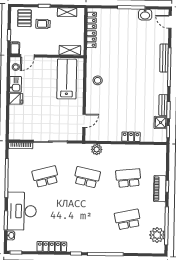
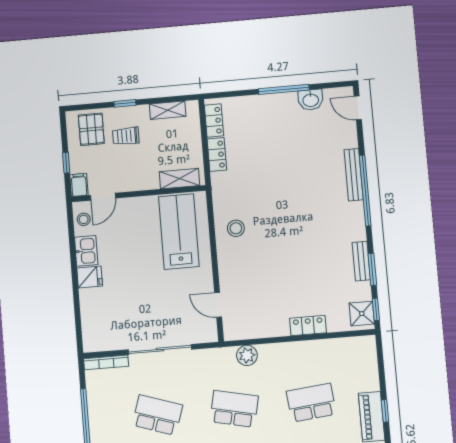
door: (84, 121) -> (218, 305), swing flipped
shower: (161, 123) -> (362, 314), moved
school desk: (46, 177) -> (157, 415), turned 33

